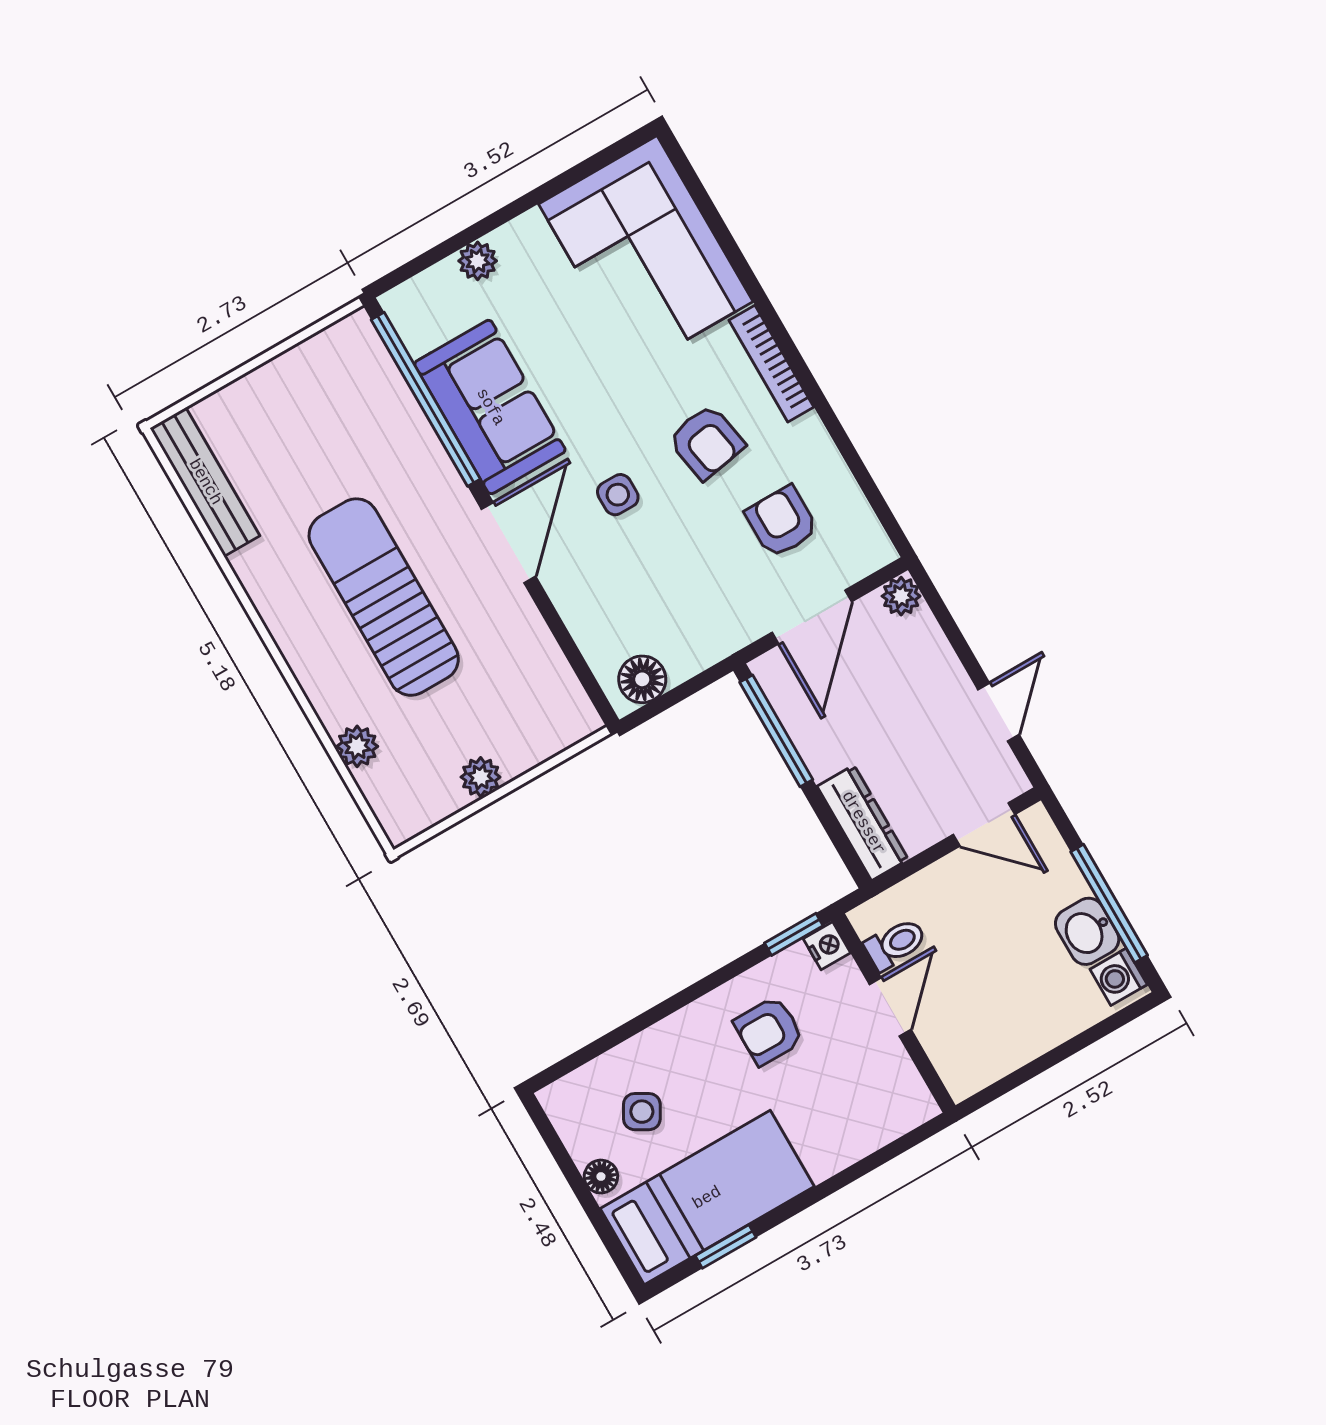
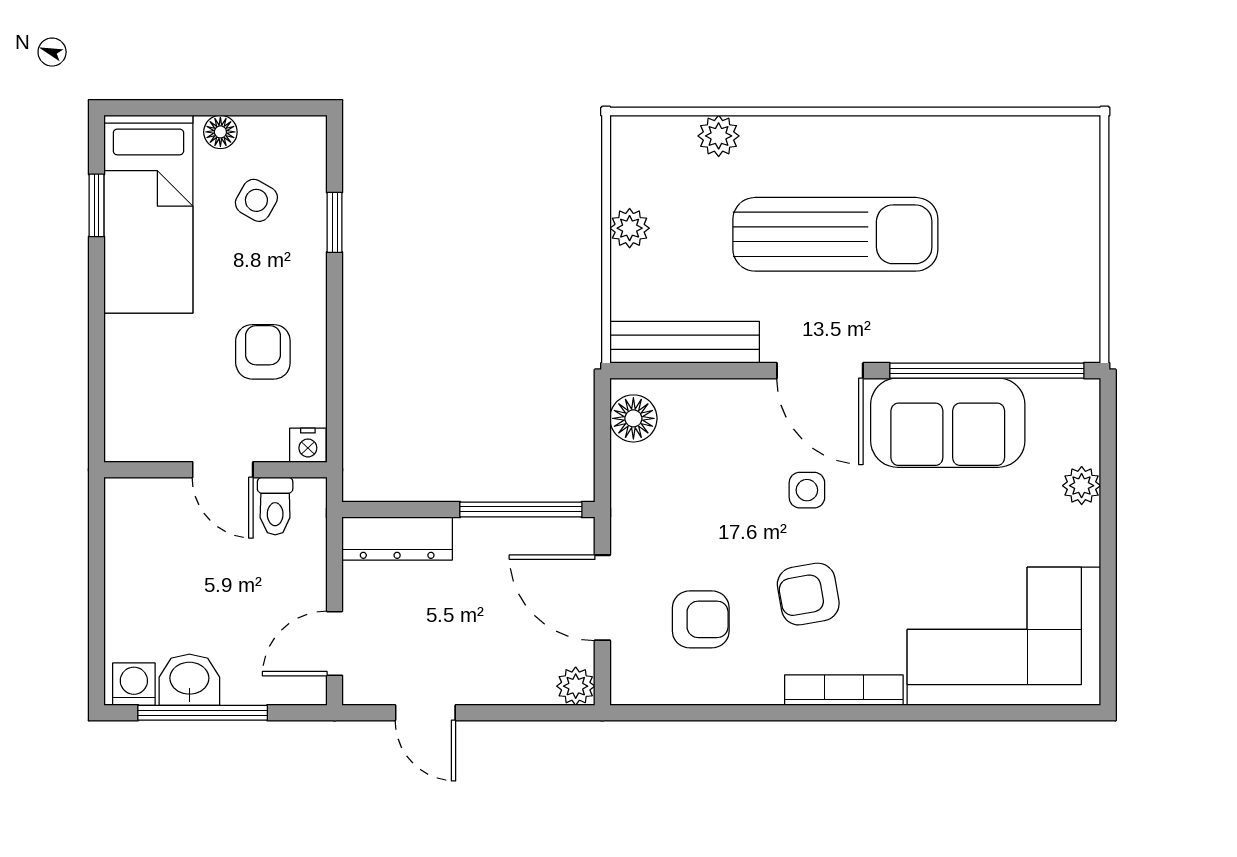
bench: (205, 482) -> (685, 342), moved
window: (794, 934) -> (335, 222), moved

